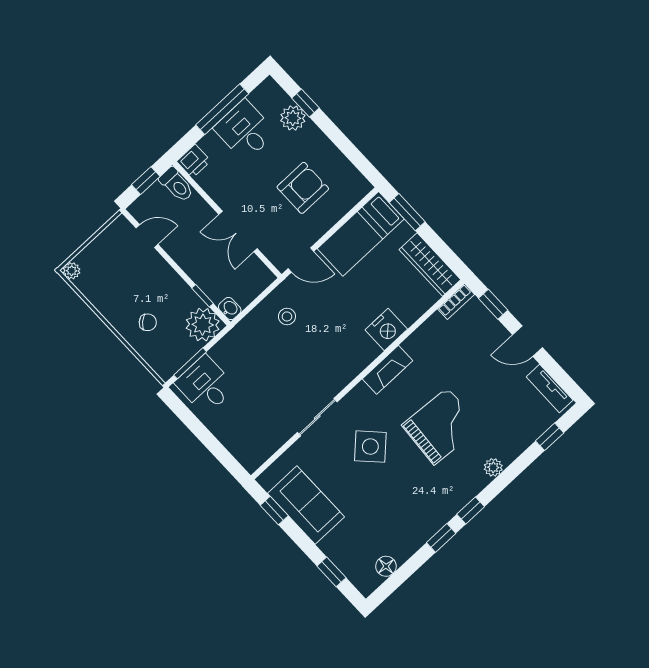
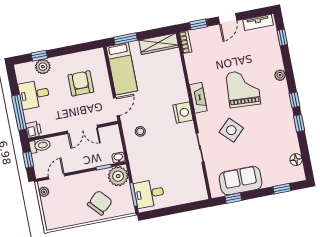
window: (222, 109) -> (19, 112), moved
plant: (72, 271) -> (44, 192), moved
chair: (148, 322) -> (100, 203), width x1.87, depth x1.87
nightstand: (386, 330) -> (183, 113), moved

